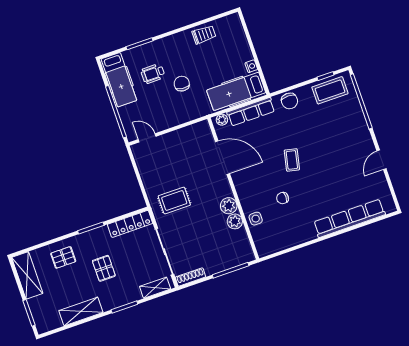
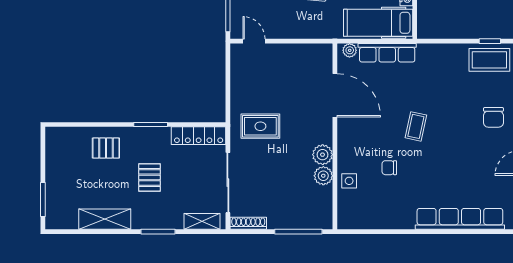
chair: (289, 101) -> (493, 117), moved
shelving: (27, 275) -> (56, 155), removed

